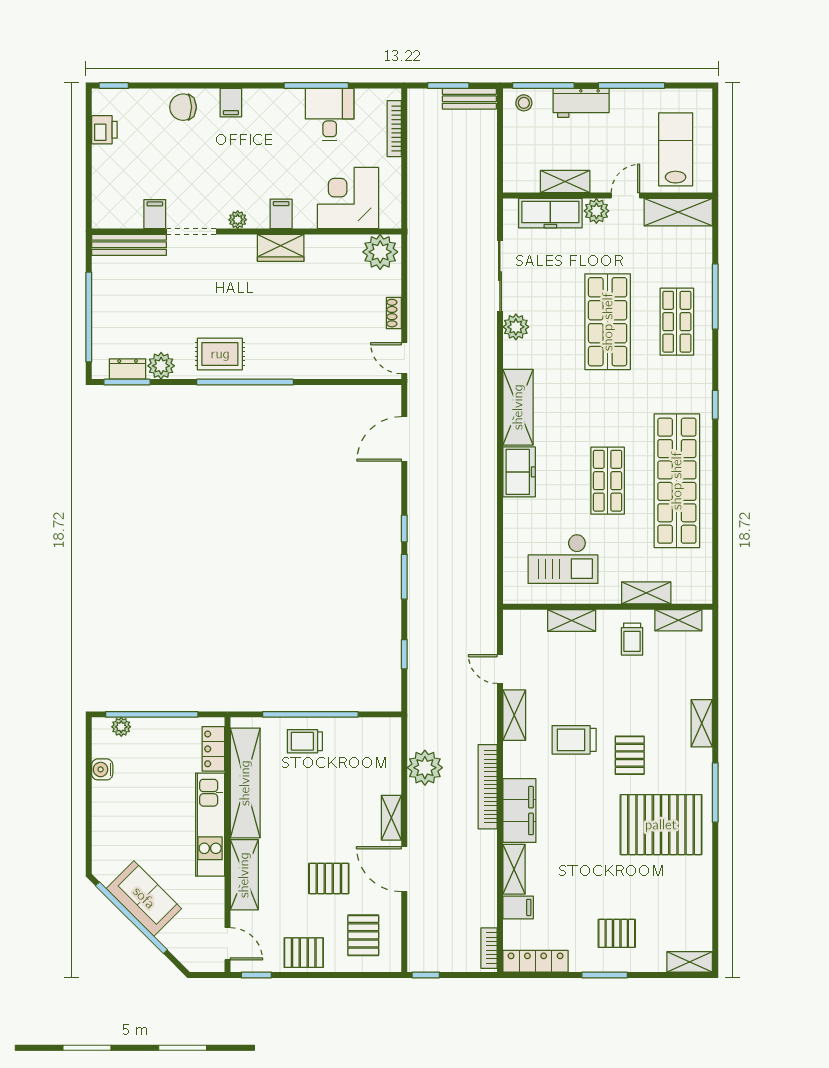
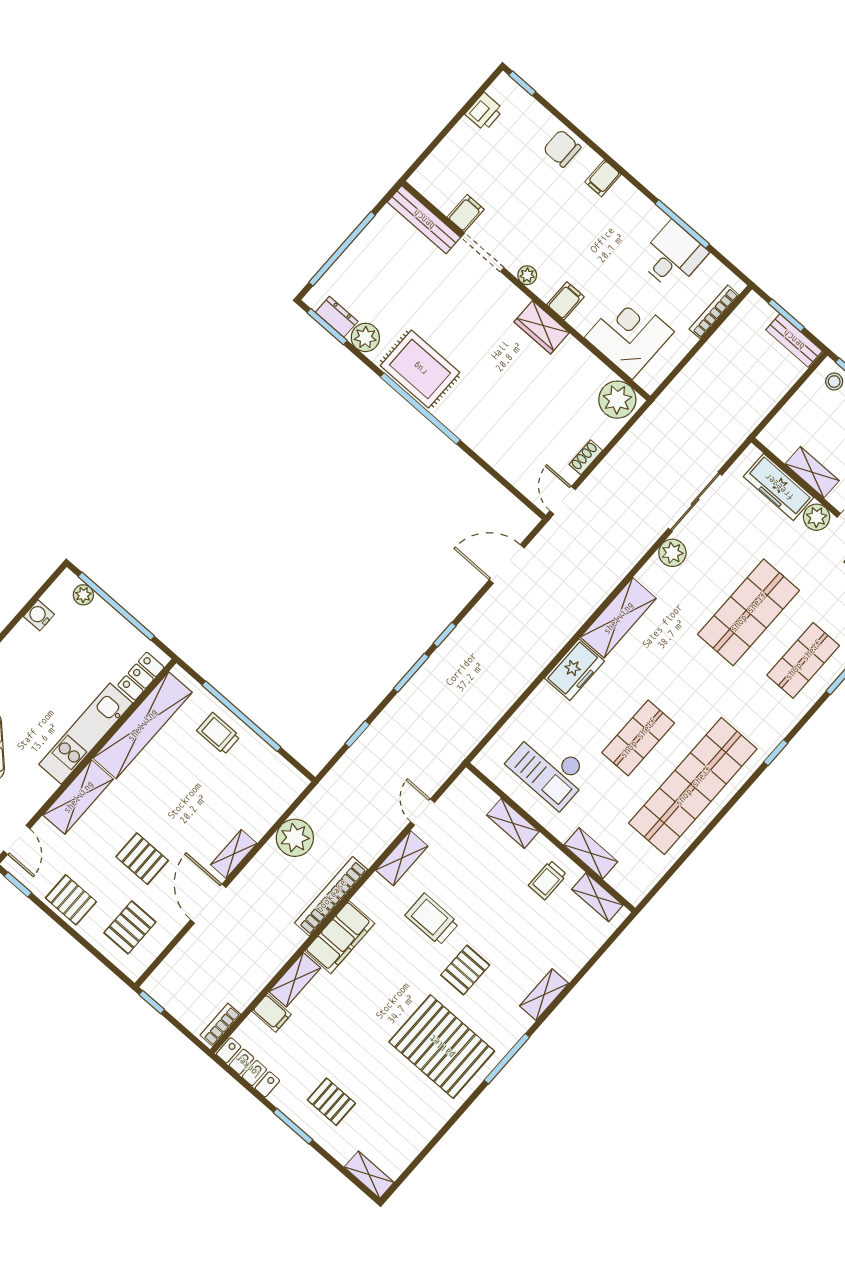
rug: (220, 354) -> (420, 369), width x1.36, depth x1.43

